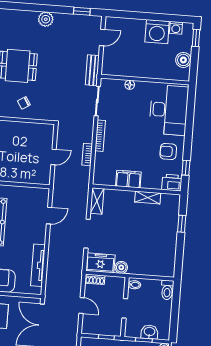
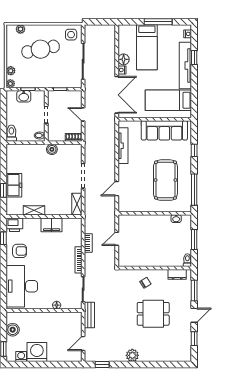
freezer: (100, 263) -> (14, 185), moved, turned -90

